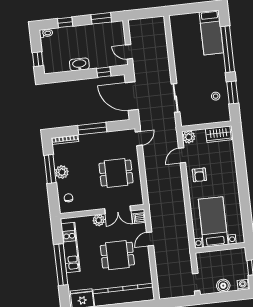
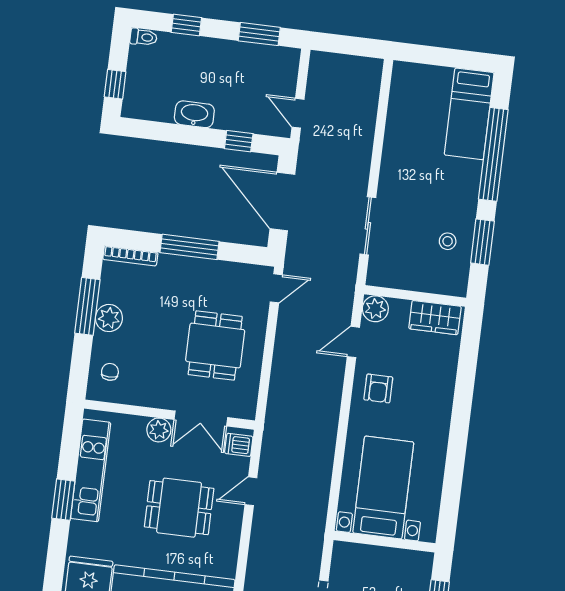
dining table: (116, 173) -> (215, 346), turned 90
window: (61, 265) -> (63, 500), width x0.47

